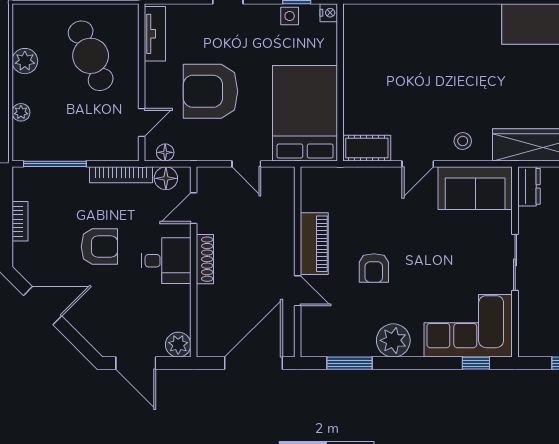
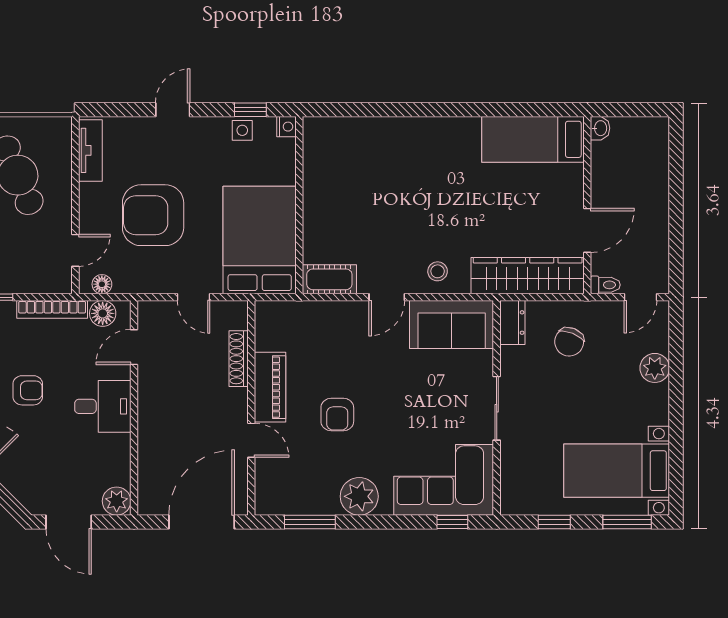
armchair: (99, 247) -> (28, 390), width x0.72, depth x0.72
shoe rack: (205, 259) -> (239, 359), moved, turned 180

